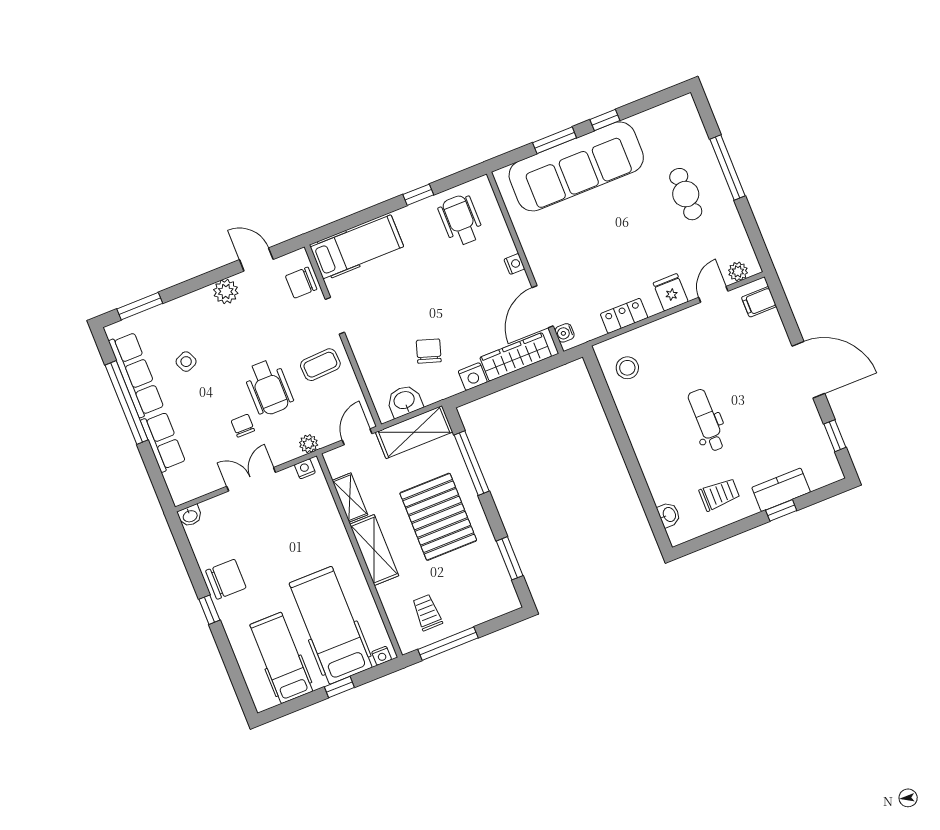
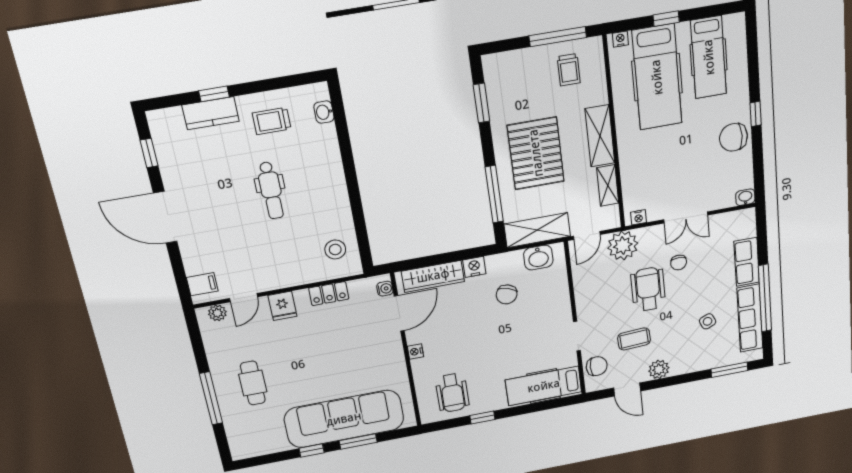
coffee table: (320, 365) -> (634, 339), moved
plant: (309, 444) -> (623, 246), width x1.88, depth x1.88

